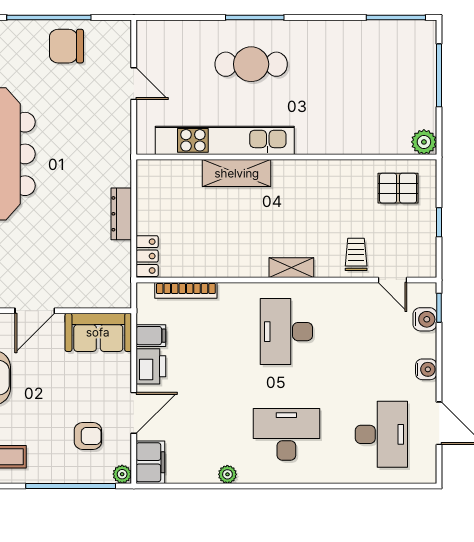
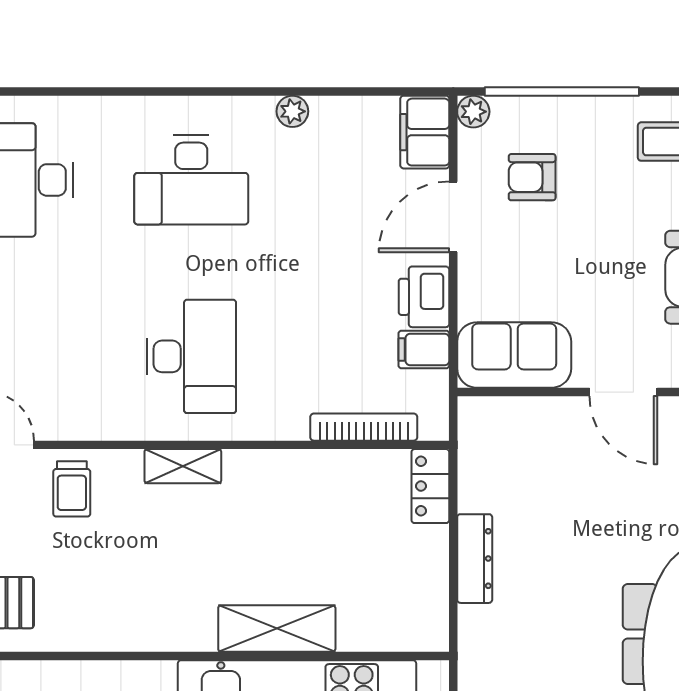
door: (35, 311) -> (623, 392), swing flipped

